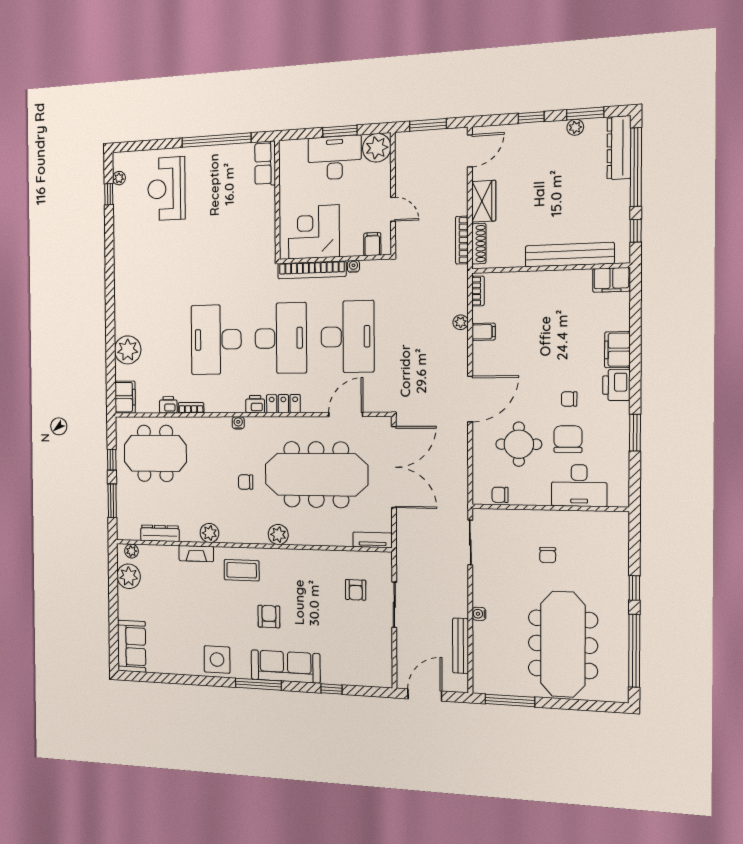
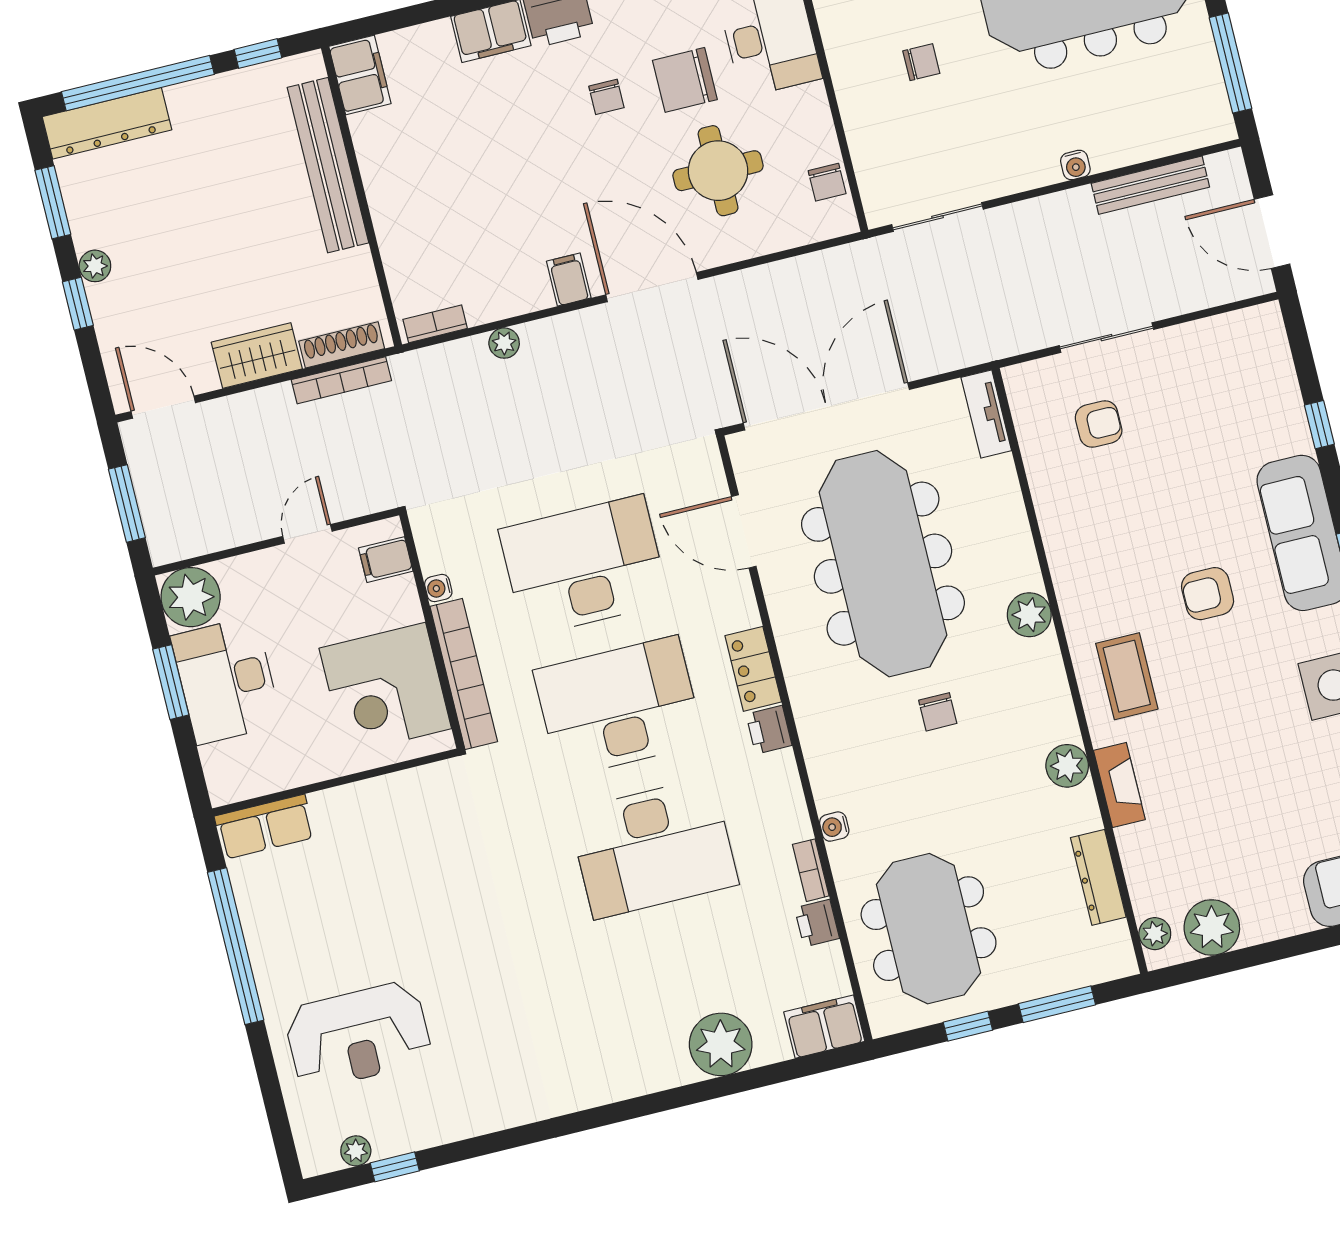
plant: (575, 127) -> (95, 266), moved
filing cabinet: (484, 332) -> (569, 280), moved
water cooler: (238, 423) -> (834, 827), moved

